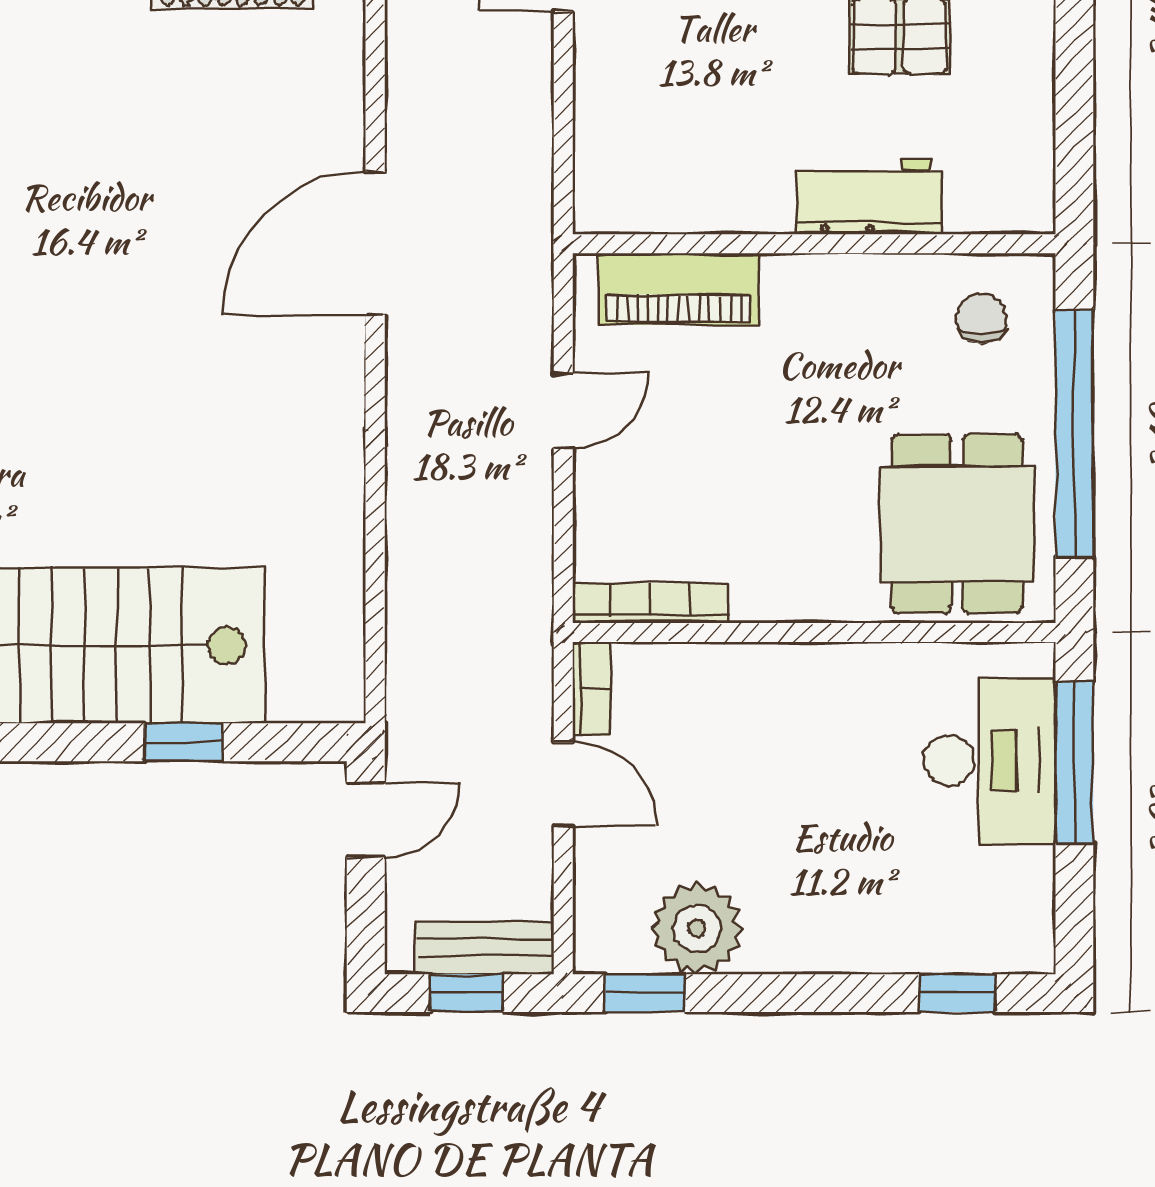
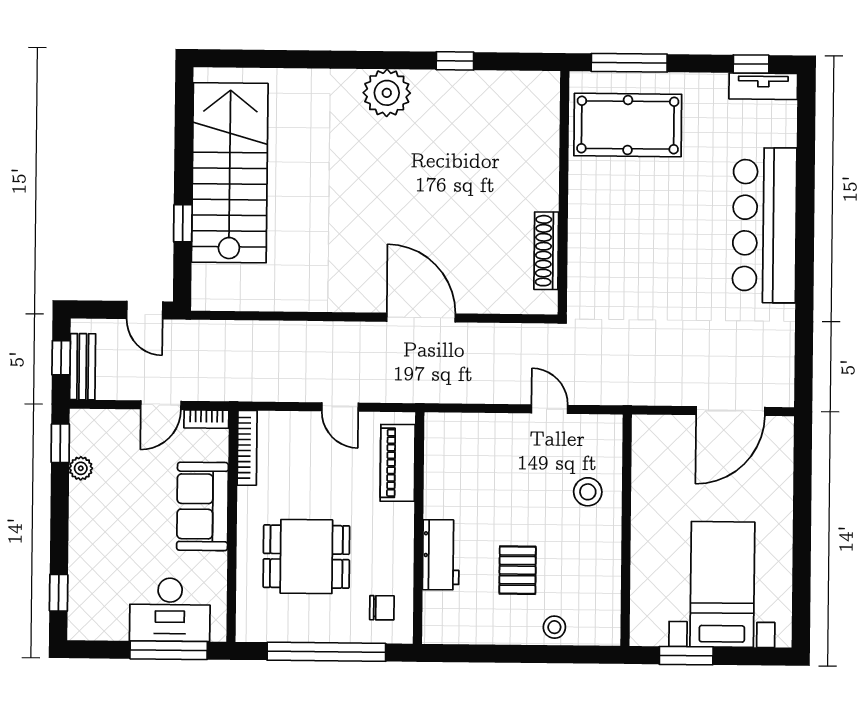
dining table: (957, 524) -> (306, 557), moved
sofa: (774, 695) -> (203, 506), added
plant: (697, 928) -> (81, 468), width x0.53, depth x0.53

